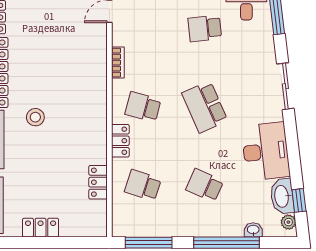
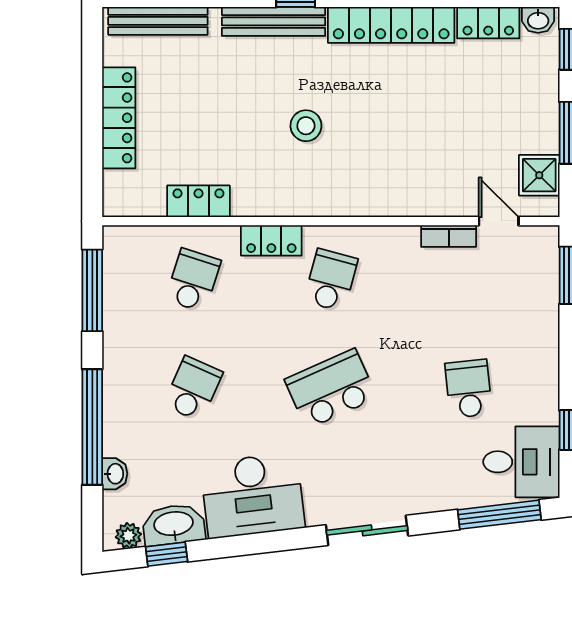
bookcase: (118, 63) -> (449, 236), moved
stool: (35, 117) -> (306, 126), moved
locker: (41, 228) -> (119, 118), width x1.53

